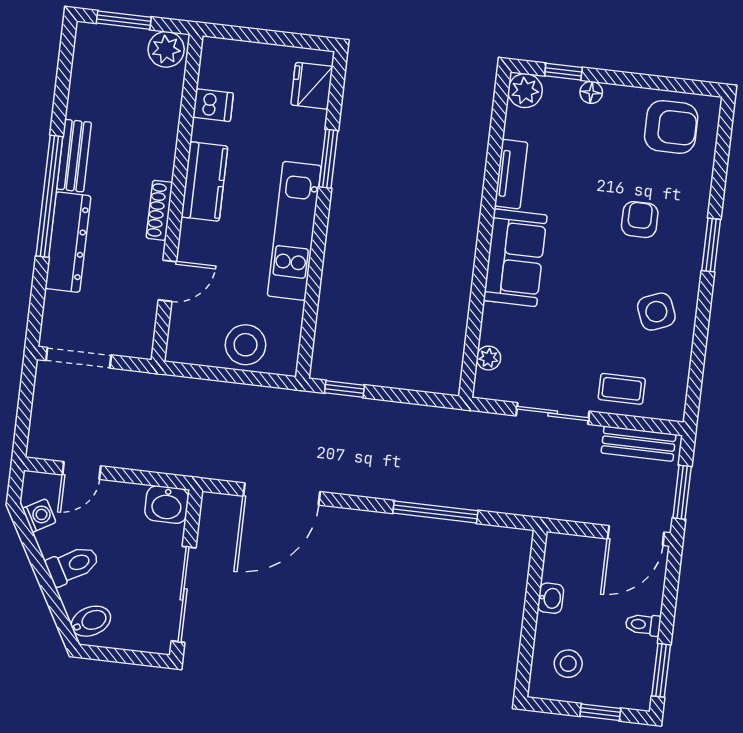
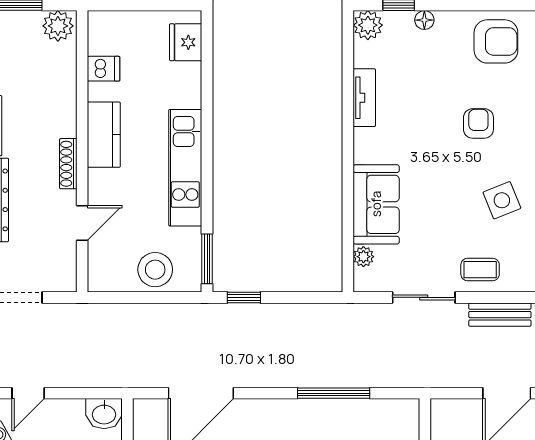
window: (328, 159) -> (207, 259), moved
sofa: (515, 258) -> (376, 204), moved

